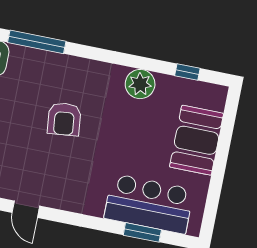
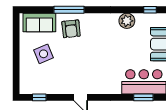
armchair: (64, 119) -> (71, 29), moved

